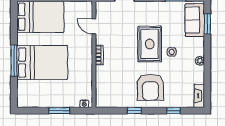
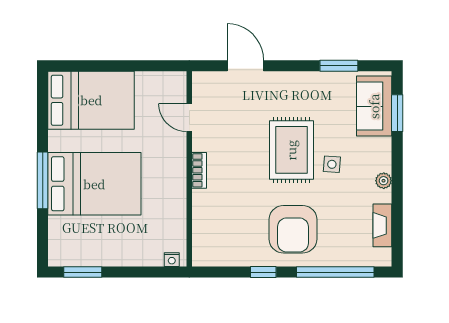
fireplace: (199, 96) -> (382, 225), moved
window: (59, 111) -> (83, 272), moved
window: (174, 111) -> (335, 272), width x3.17

